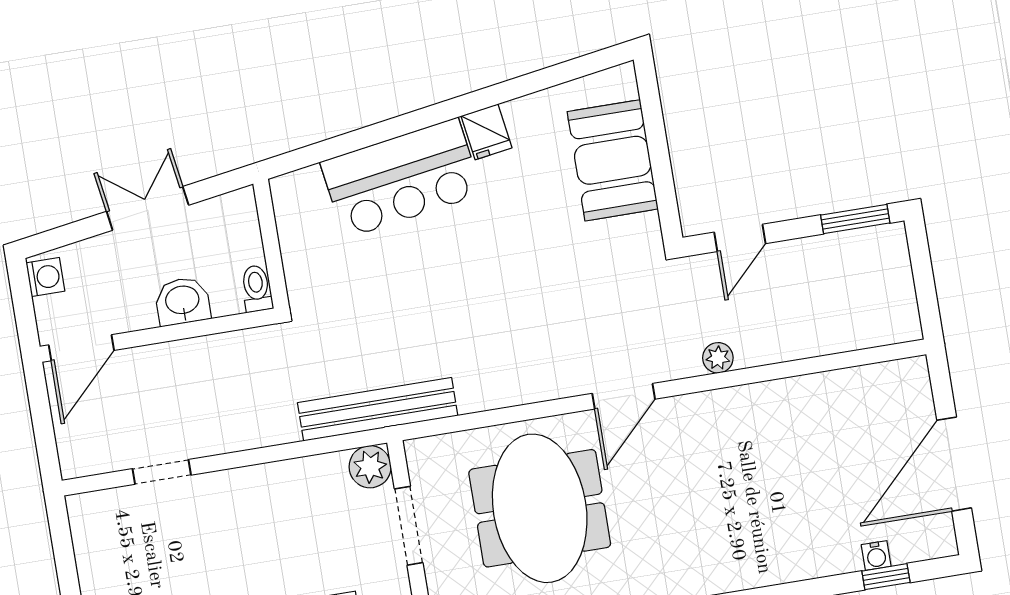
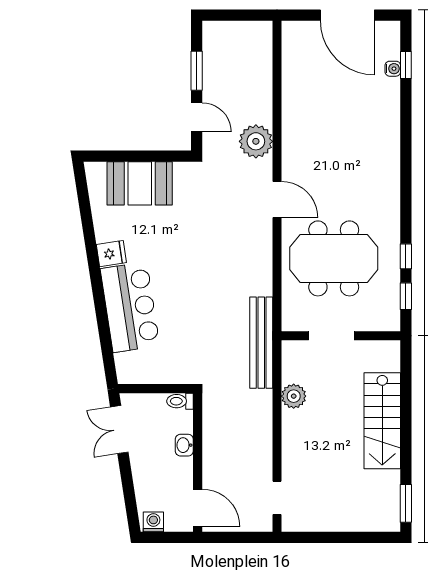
double door: (148, 208) -> (119, 430), moved
window: (855, 219) -> (197, 71), moved
washbasin: (182, 301) -> (184, 445), width x0.72, depth x0.69
plant: (718, 358) -> (256, 141), width x1.88, depth x1.88
plant: (370, 467) -> (294, 396), moved
doorway: (162, 472) -> (277, 498), moved

